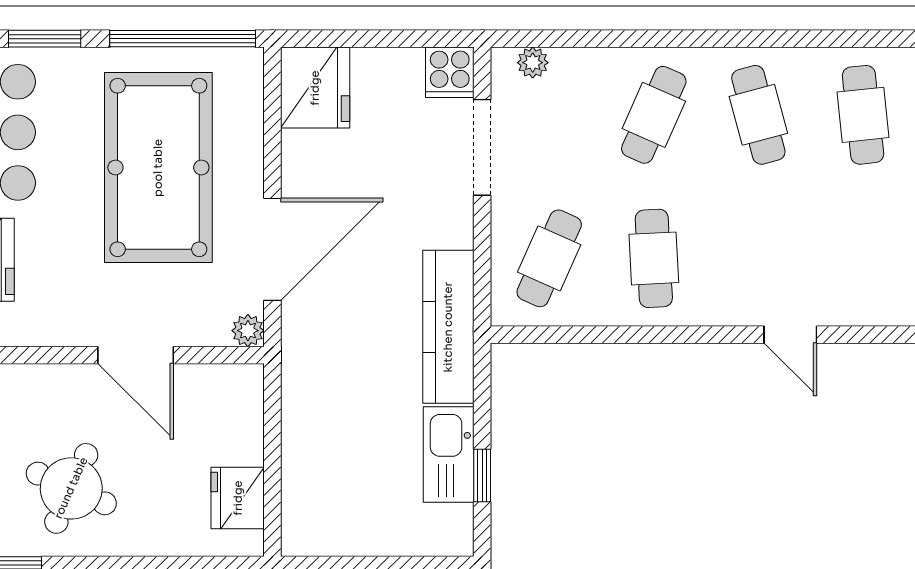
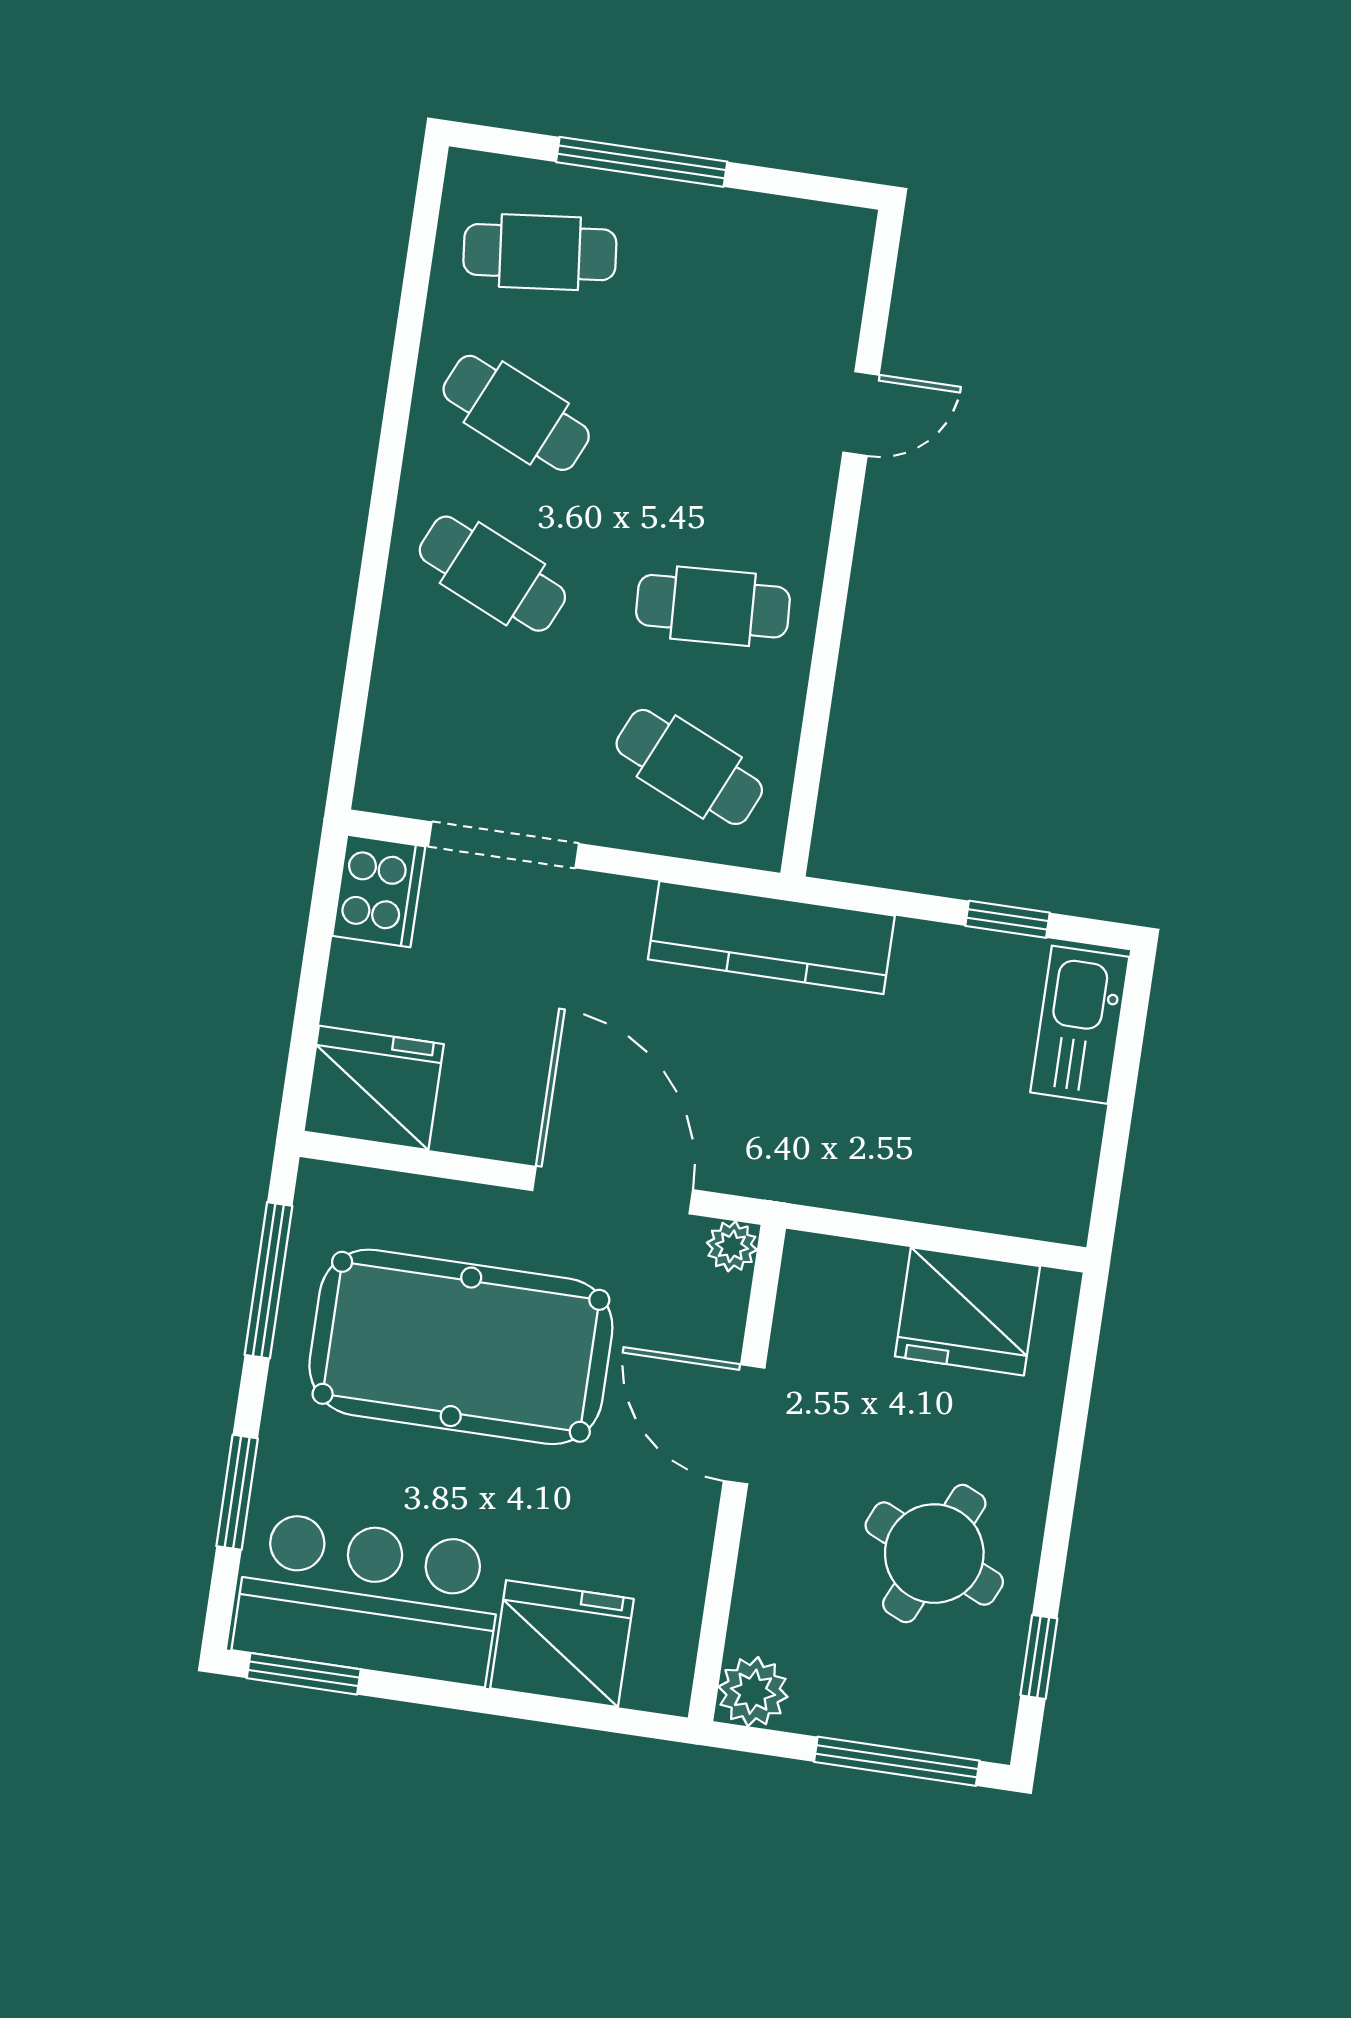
window: (183, 39) -> (268, 1280), width x0.68
plant: (533, 63) -> (385, 748), removed
cooker: (450, 72) -> (379, 891), width x1.36
cafe table: (758, 115) -> (516, 413), turned 39
door: (136, 355) -> (744, 1424), swing flipped
kitchen sink: (449, 455) -> (1080, 1025), moved, turned 90
fridge: (238, 498) -> (967, 1311), width x1.36, depth x1.34

